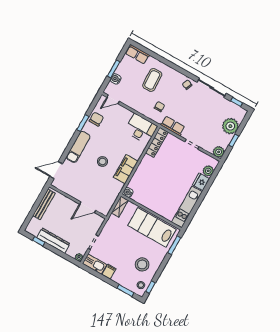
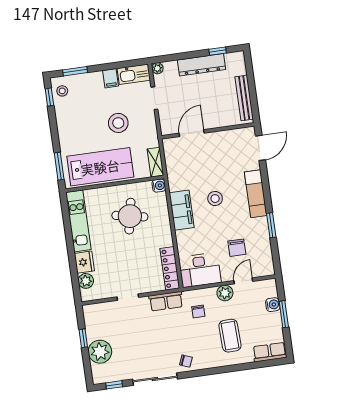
door: (113, 99) -> (243, 281), moved
chair: (96, 119) -> (237, 248), moved
plant: (219, 152) -> (225, 293), moved
round table: (157, 188) -> (130, 216), added
stool: (142, 264) -> (118, 123), moved

